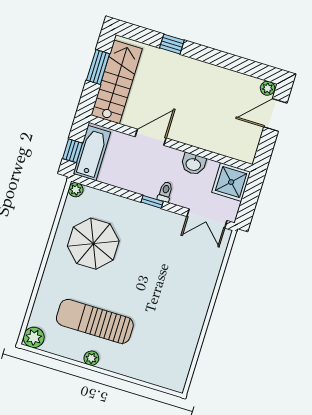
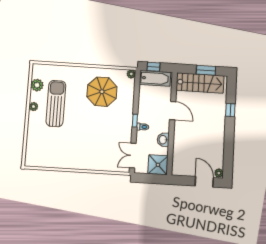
plant: (34, 337) -> (37, 85), moved

